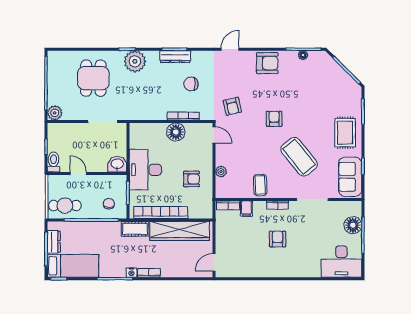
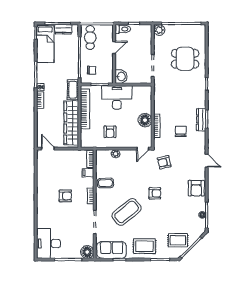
plant: (135, 61) -> (198, 90), removed
rug: (337, 88) -> (178, 240), added
floor lamp: (353, 225) -> (87, 252), moved

